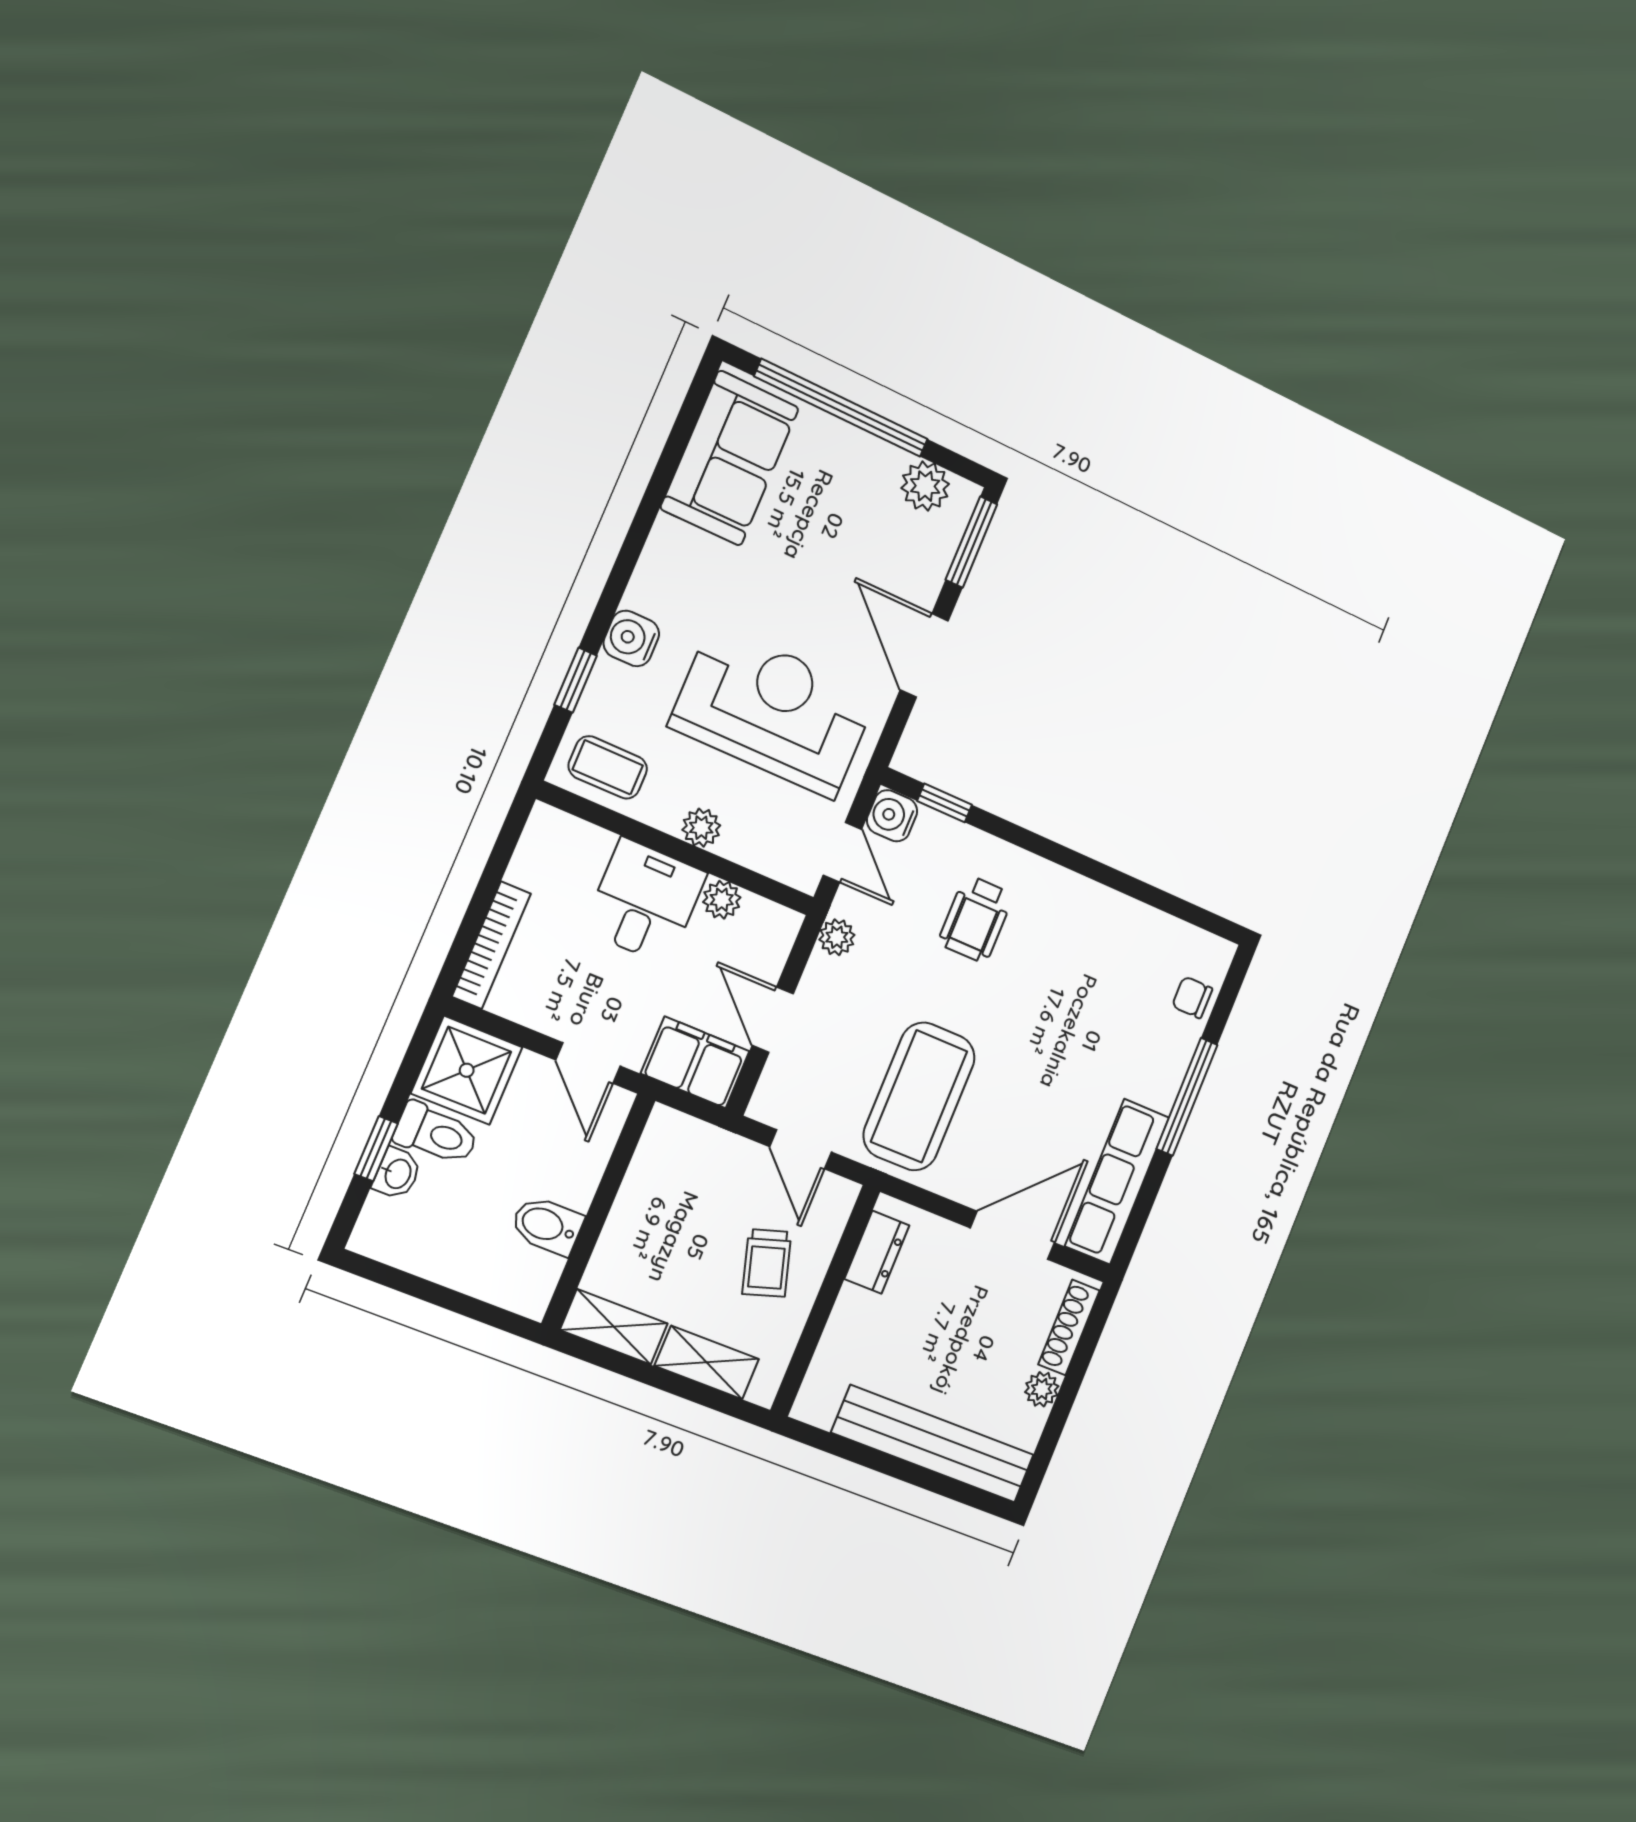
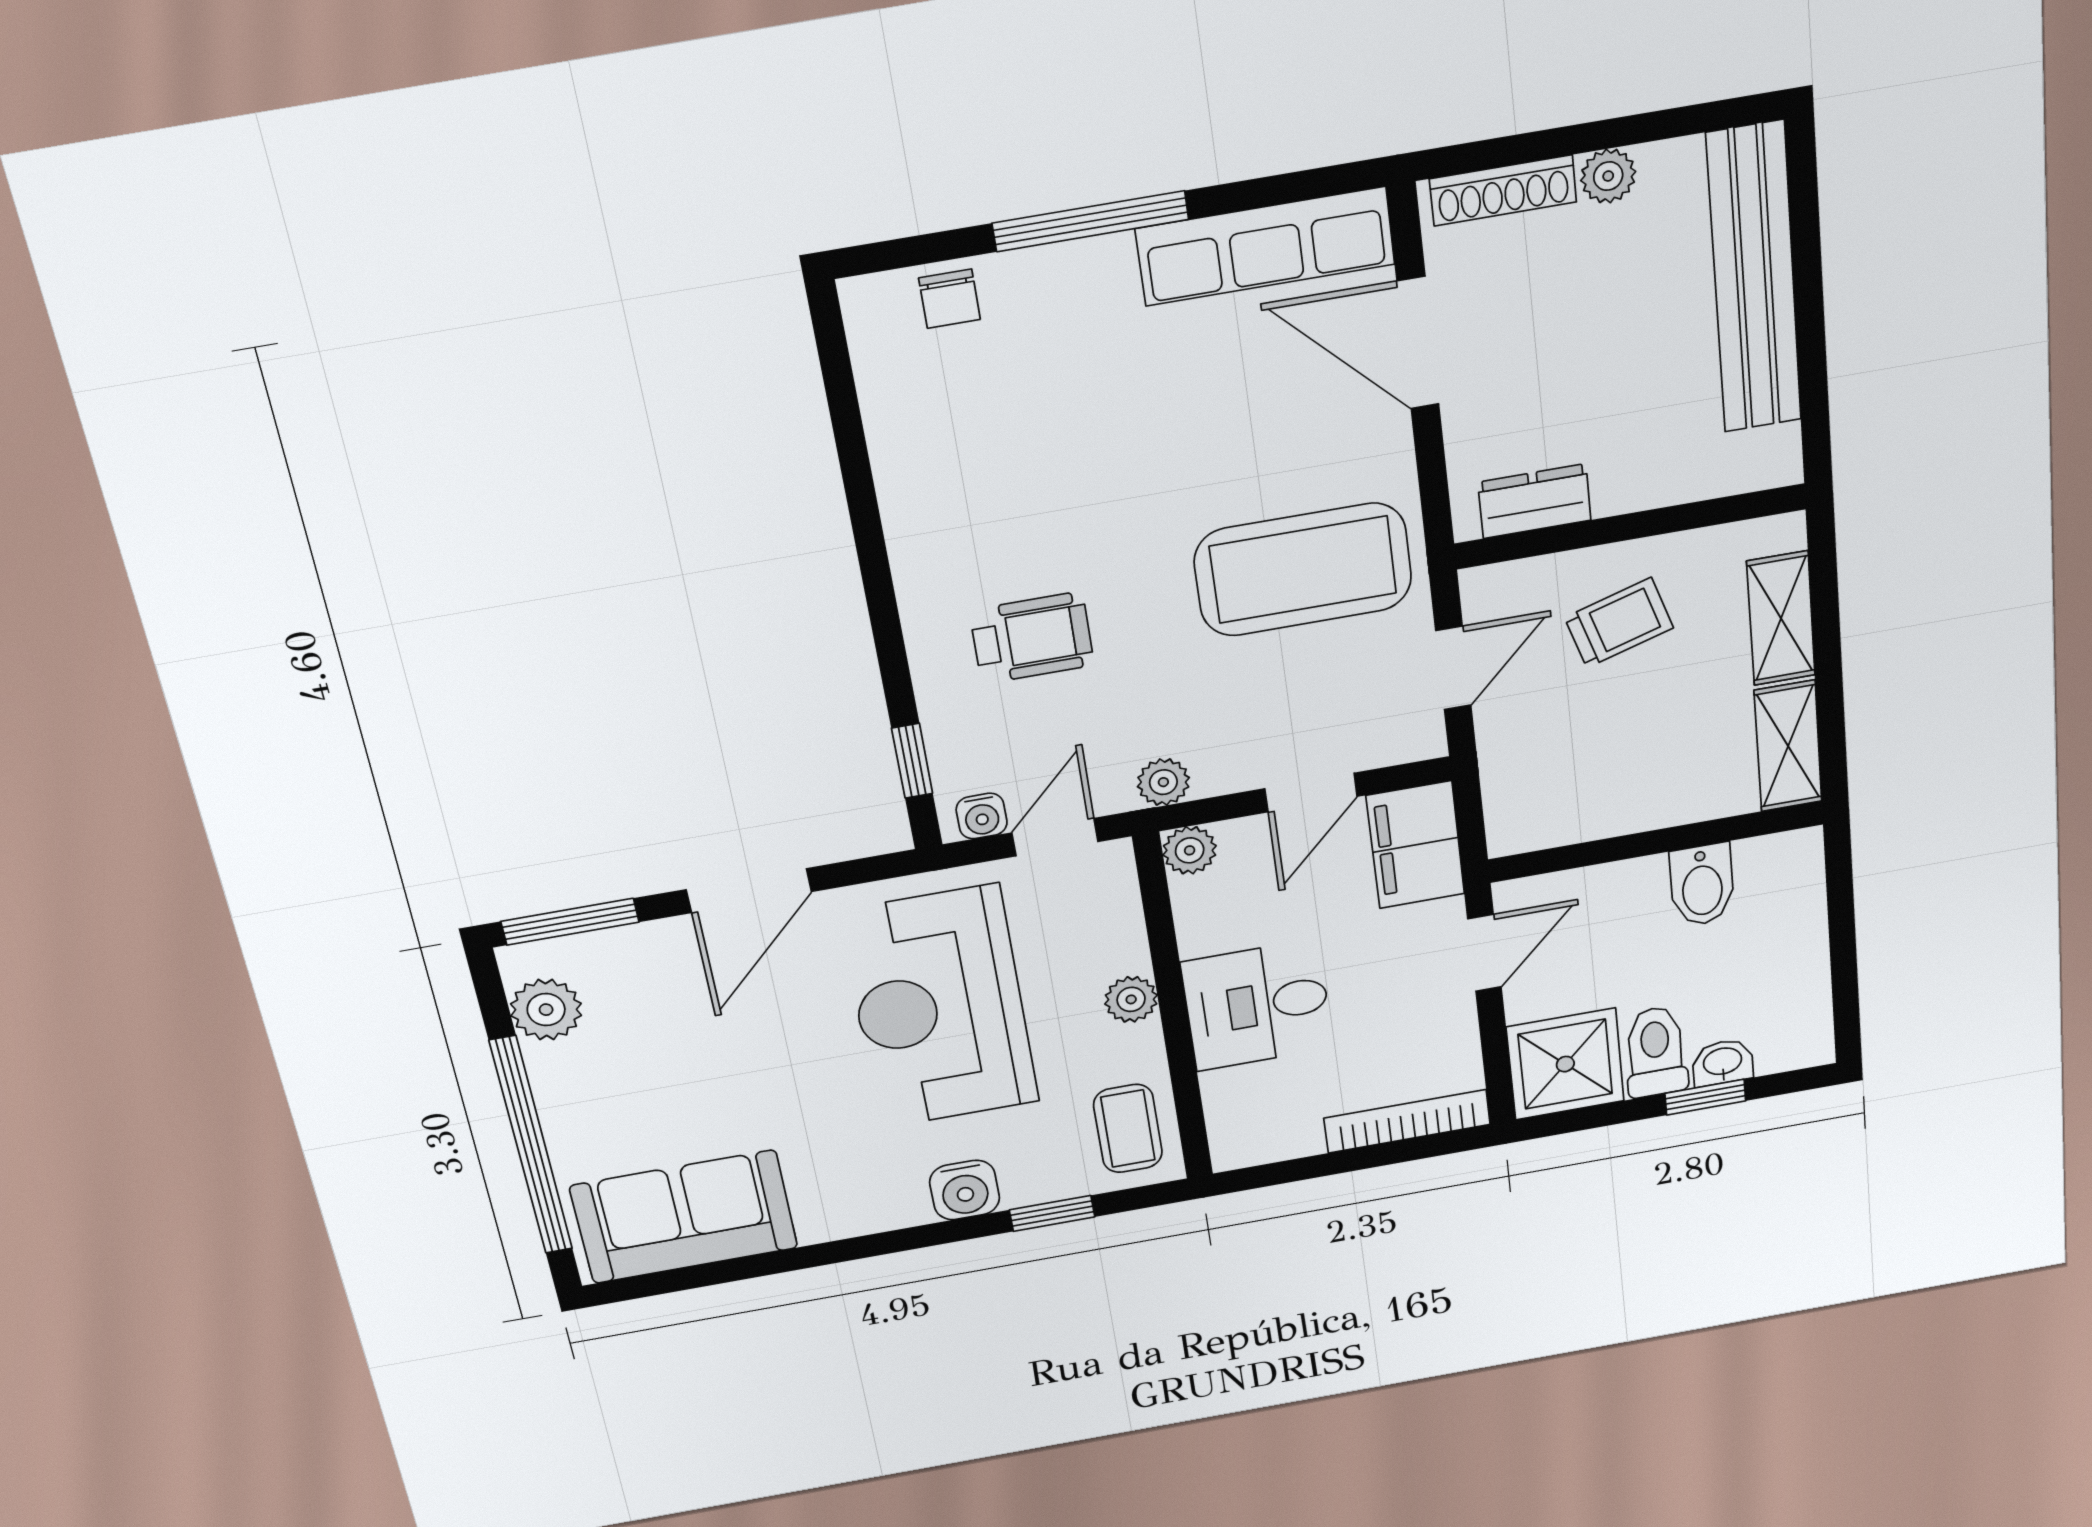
water cooler: (892, 816) -> (982, 816), width x0.72, depth x0.72
plant: (722, 900) -> (1190, 850), moved

